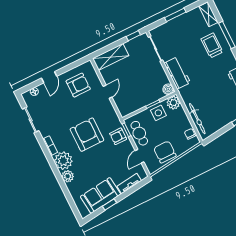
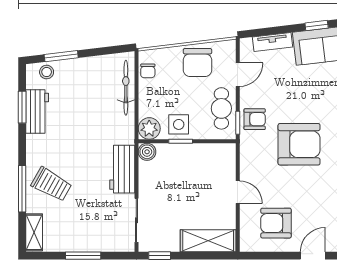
trolley: (212, 45) -> (51, 184), turned -61
door: (108, 92) -> (238, 192), swing flipped
armchair: (87, 135) -> (299, 144), turned -90

